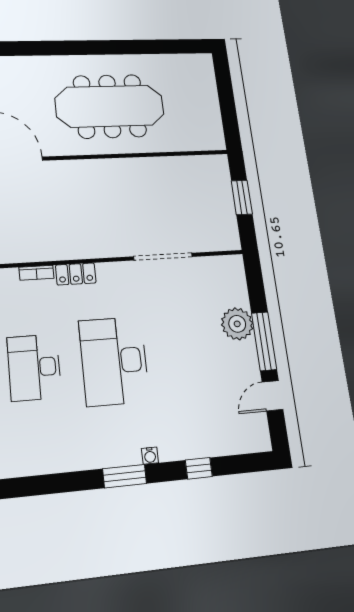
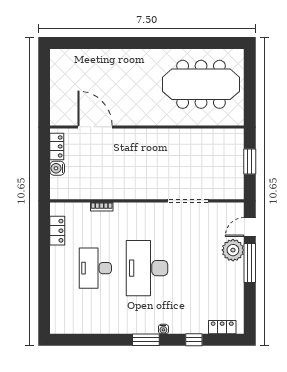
meeting table: (110, 106) -> (201, 84), moved
locker: (76, 274) -> (222, 327), moved, turned 180
door: (272, 396) -> (250, 227), moved

